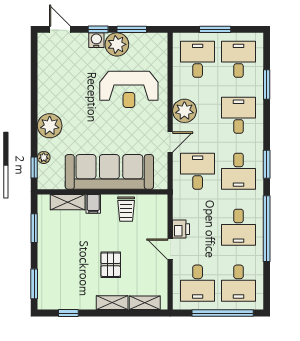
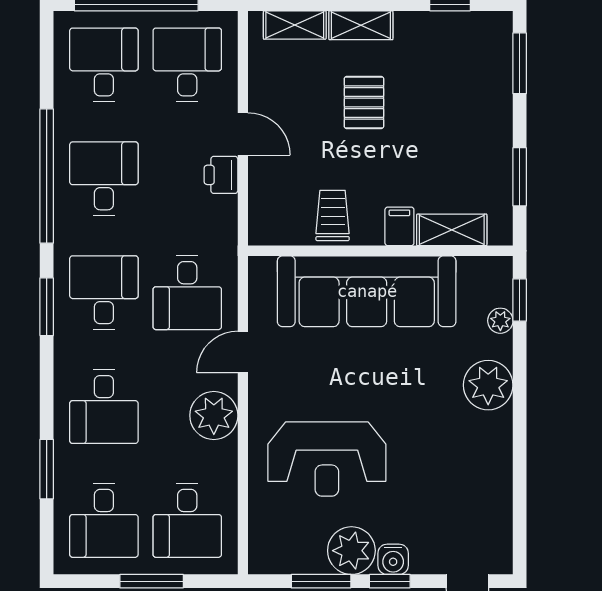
reception desk: (129, 89) -> (327, 459), turned 180

